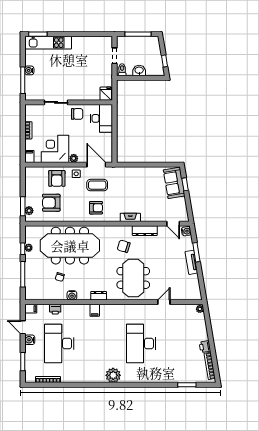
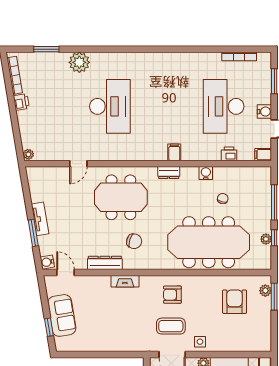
armchair: (57, 178) -> (227, 335), removed
sofa: (174, 183) -> (62, 315), moved
armchair: (51, 203) -> (235, 302), turned -90
meeting table: (133, 278) -> (121, 197), turned 90
desk: (59, 343) -> (224, 106), turned 180
plant: (113, 375) -> (79, 62), moved

